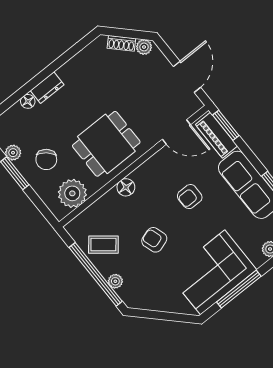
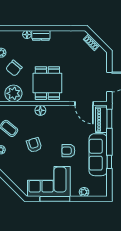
plant: (144, 47) -> (101, 52), removed
dining table: (106, 144) -> (47, 83), turned 90
armchair: (190, 197) -> (68, 151), moved

